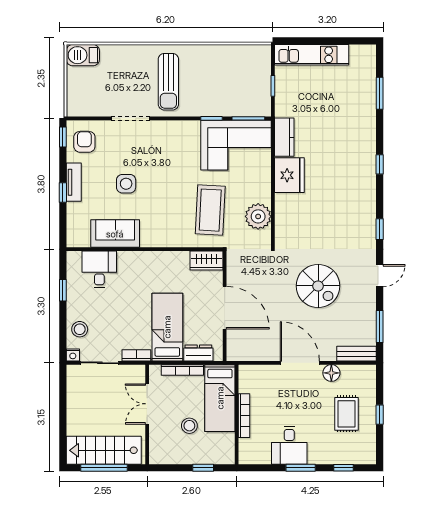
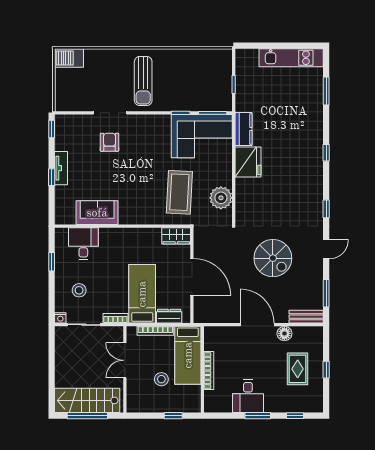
kitchen unit: (312, 55) -> (291, 58), moved
armchair: (84, 142) -> (109, 142), moved
side table: (126, 184) -> (107, 169), removed
stool: (80, 329) -> (79, 290), moved

